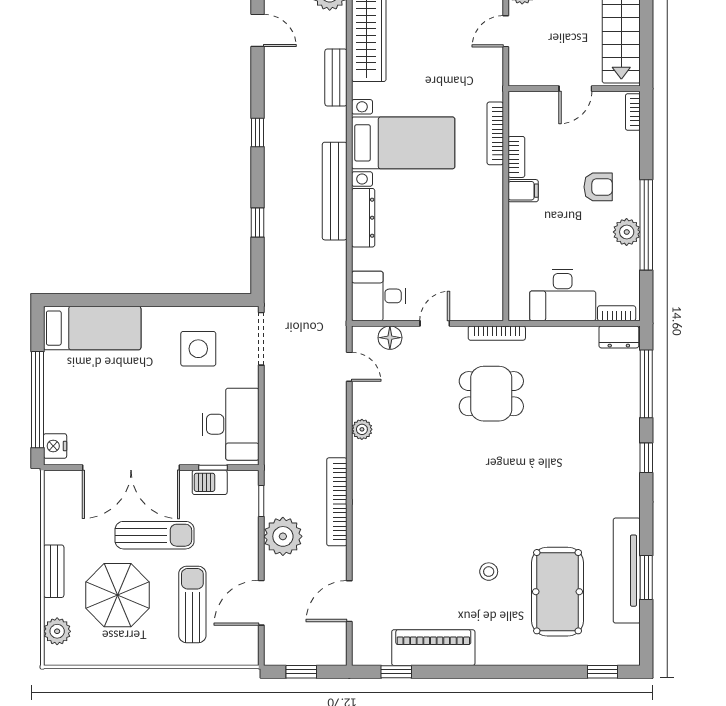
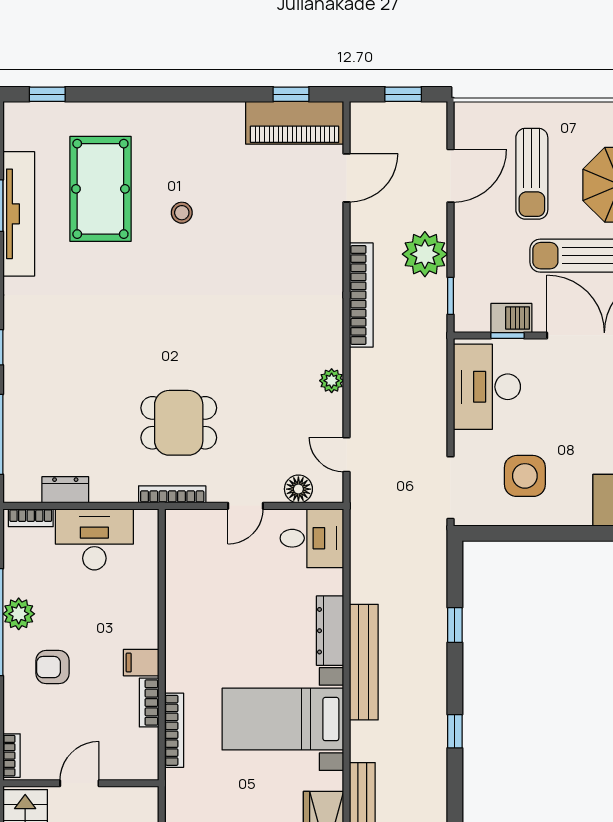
dresser: (619, 337) -> (65, 490), moved
piano: (433, 648) -> (295, 123), moved

